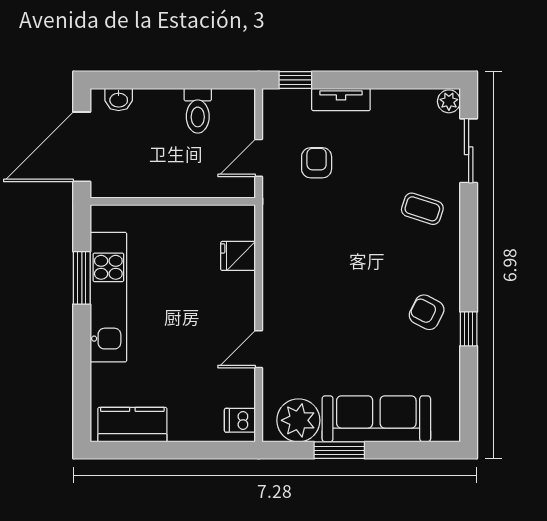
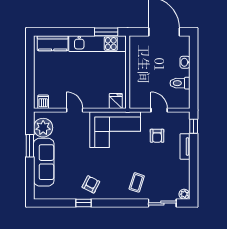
washbasin: (119, 99) -> (185, 62), moved
armchair: (317, 163) -> (157, 136), turned 90
wall: (173, 201) -> (128, 72), moved
corner sofa: (303, 257) -> (115, 130), added
kitchen counter: (132, 425) -> (53, 43), moved, turned 90

